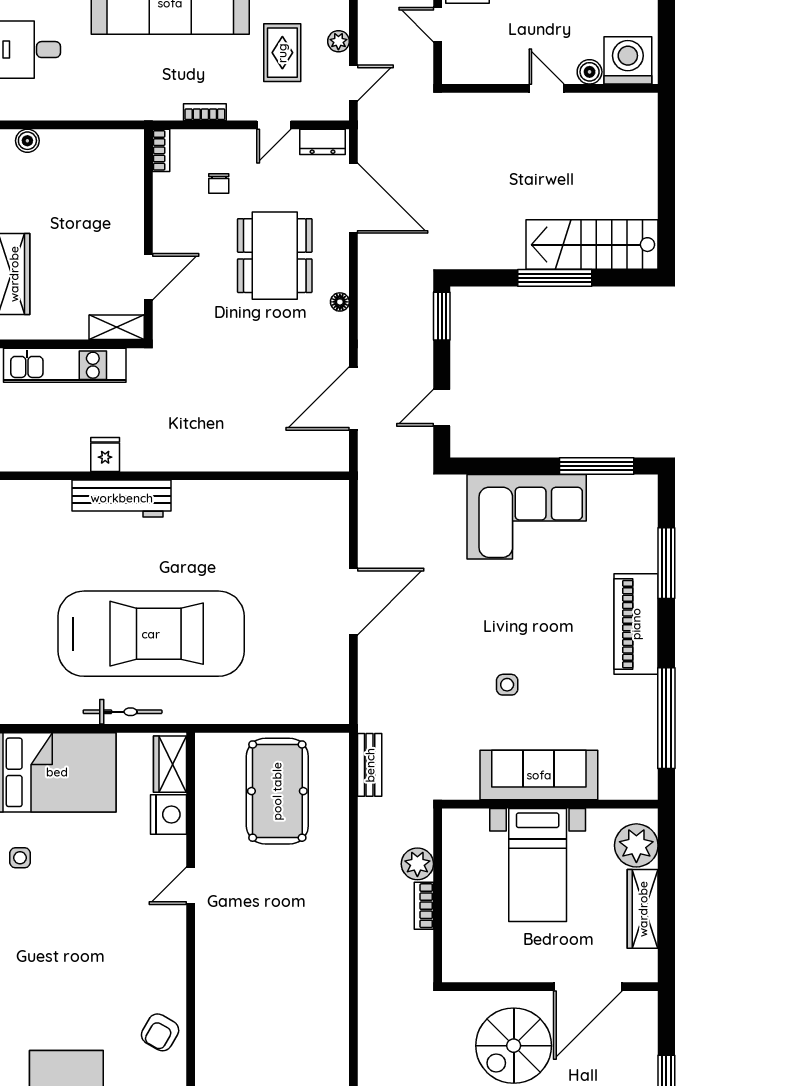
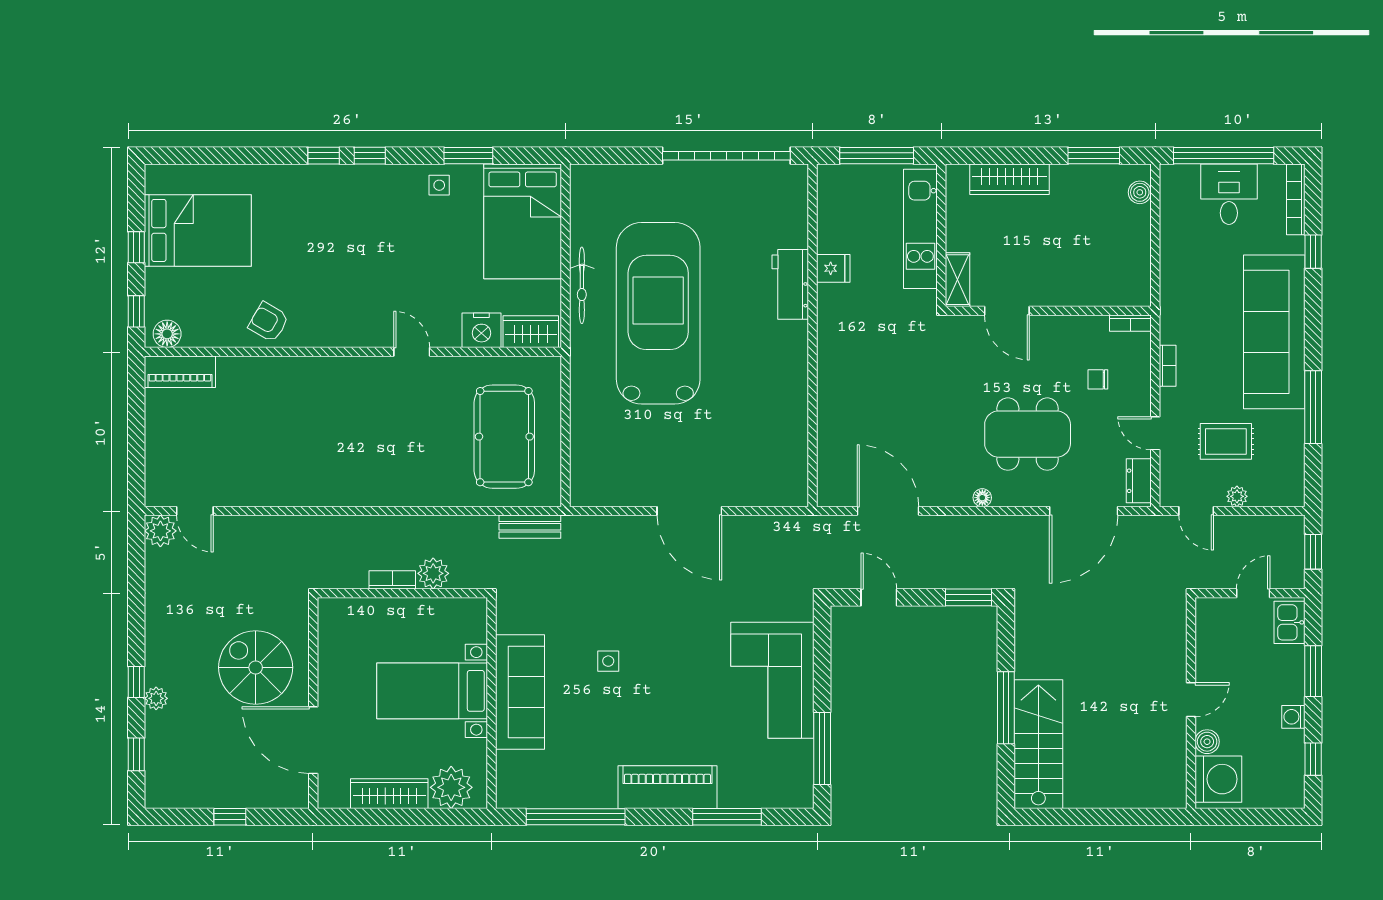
workbench: (122, 498) -> (790, 284), width x0.73
car: (151, 634) -> (658, 313), turned 180
pool table: (277, 791) -> (504, 437), turned 90

